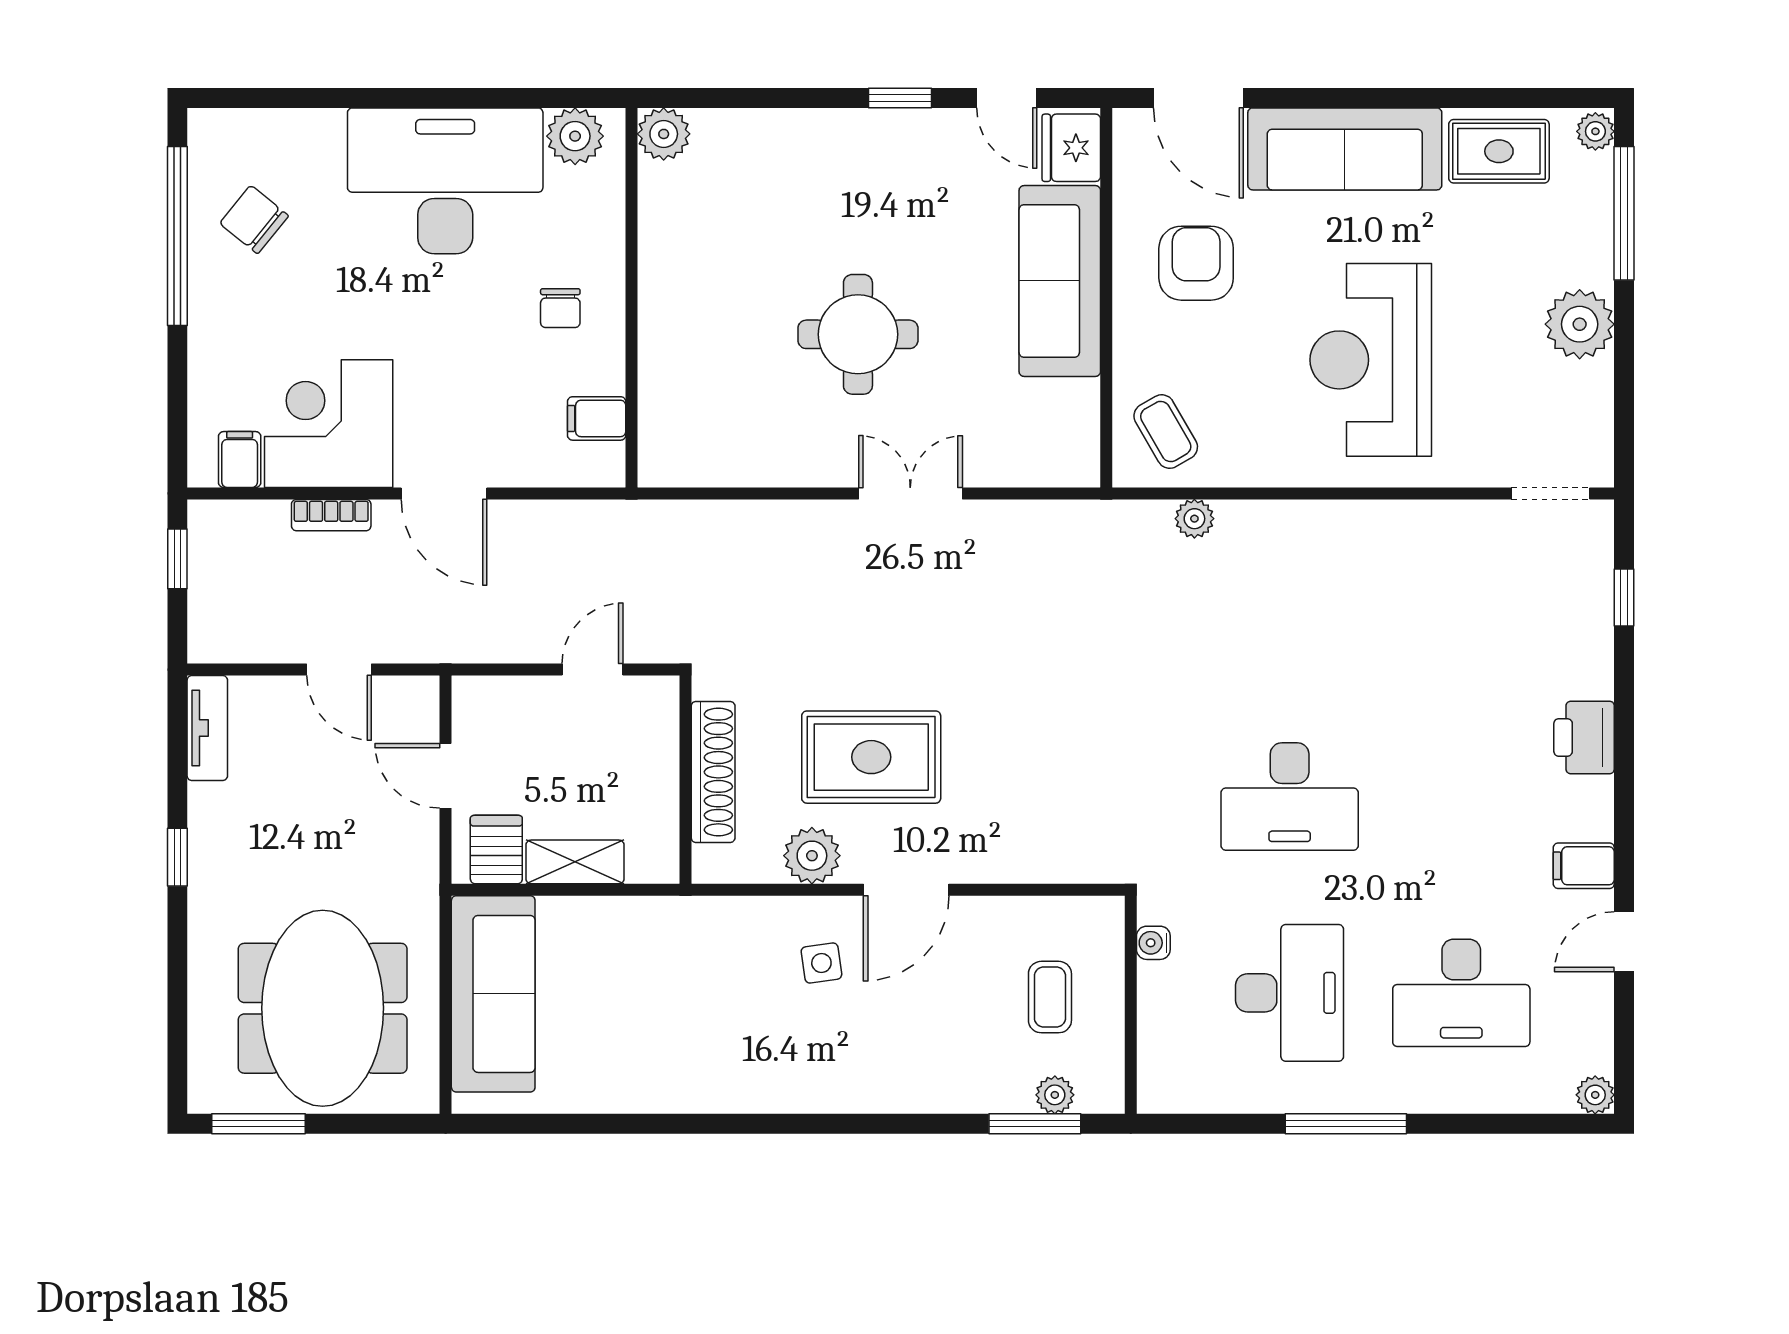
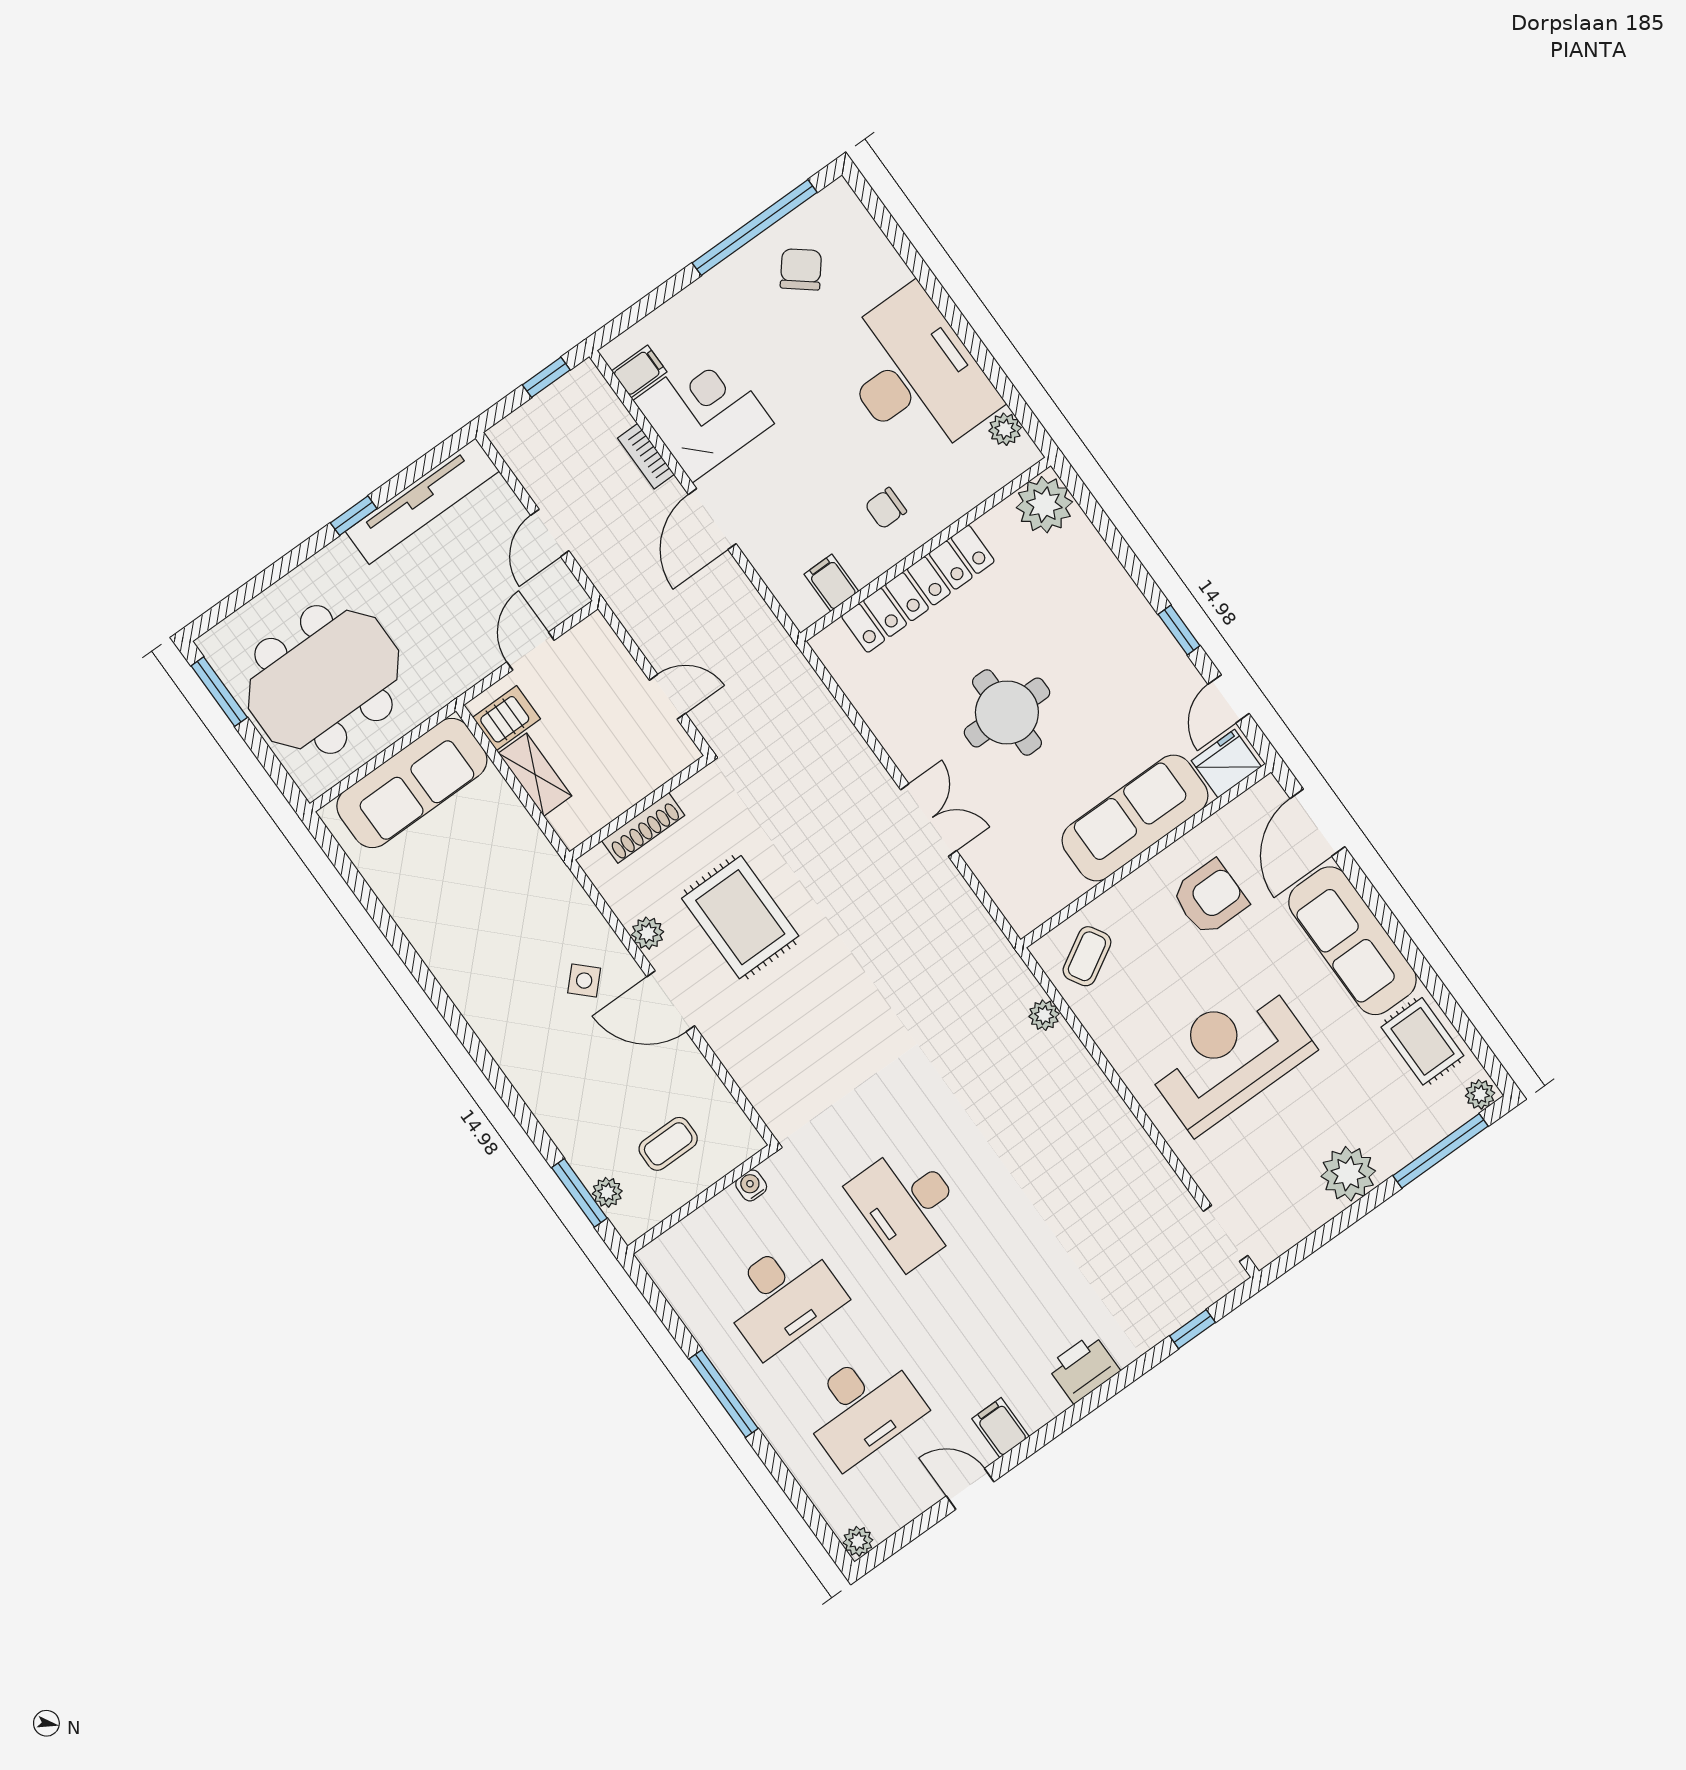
plant: (664, 134) -> (1044, 505), width x1.36, depth x1.36
plant: (575, 136) -> (1005, 429), width x0.73, depth x0.73
locker: (666, 334) -> (918, 589), added
tv unit: (207, 728) -> (422, 501), width x1.92, depth x1.29
shoe rack: (713, 772) -> (643, 828), width x0.74, depth x0.81
plant: (812, 856) -> (648, 933), width x0.73, depth x0.73
side table: (821, 963) -> (584, 981), turned -38
desk: (1461, 993) -> (862, 1407), turned -90

